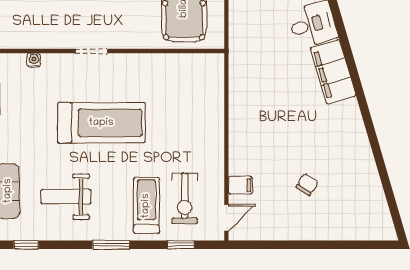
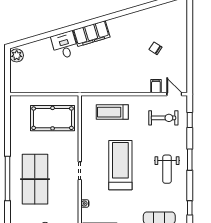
weight bench: (66, 197) -> (167, 169), moved
treadmill: (146, 206) -> (112, 112), moved

